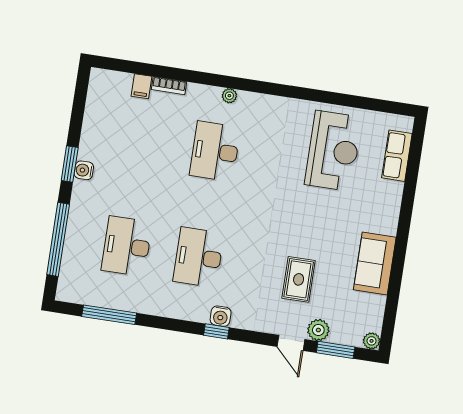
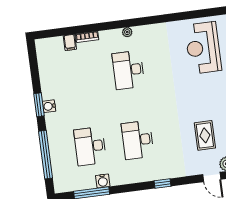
reception desk: (333, 151) -> (203, 48), turned 180
water cooler: (221, 316) -> (103, 181), moved

